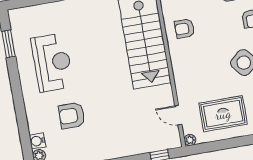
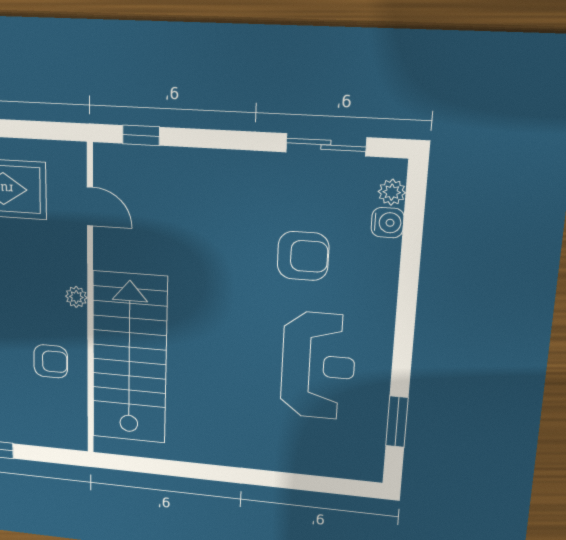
reception desk: (52, 62) -> (318, 366), turned 180
plant: (190, 140) -> (76, 297), moved

